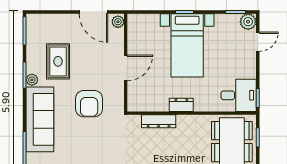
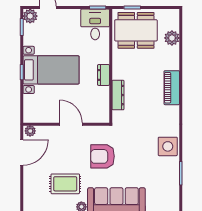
armchair: (89, 104) -> (102, 156), turned 180

